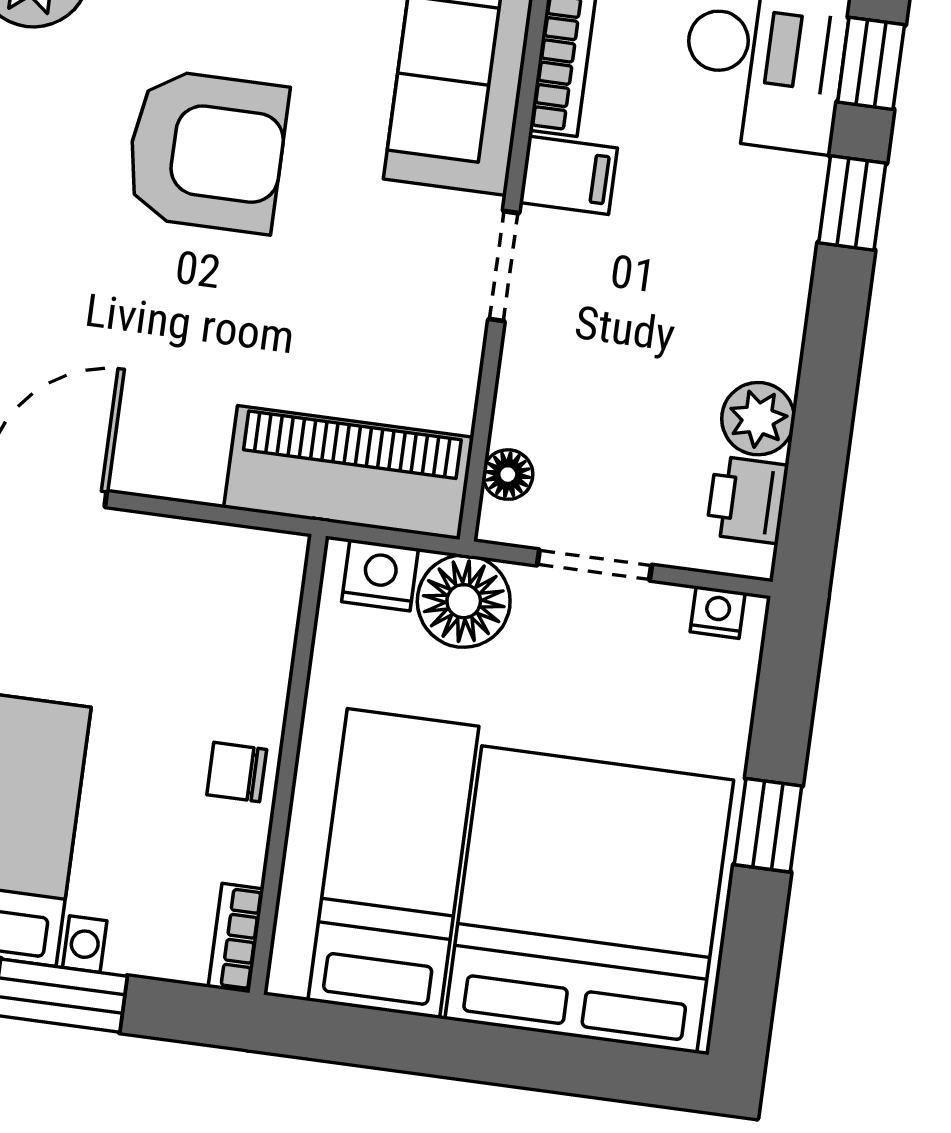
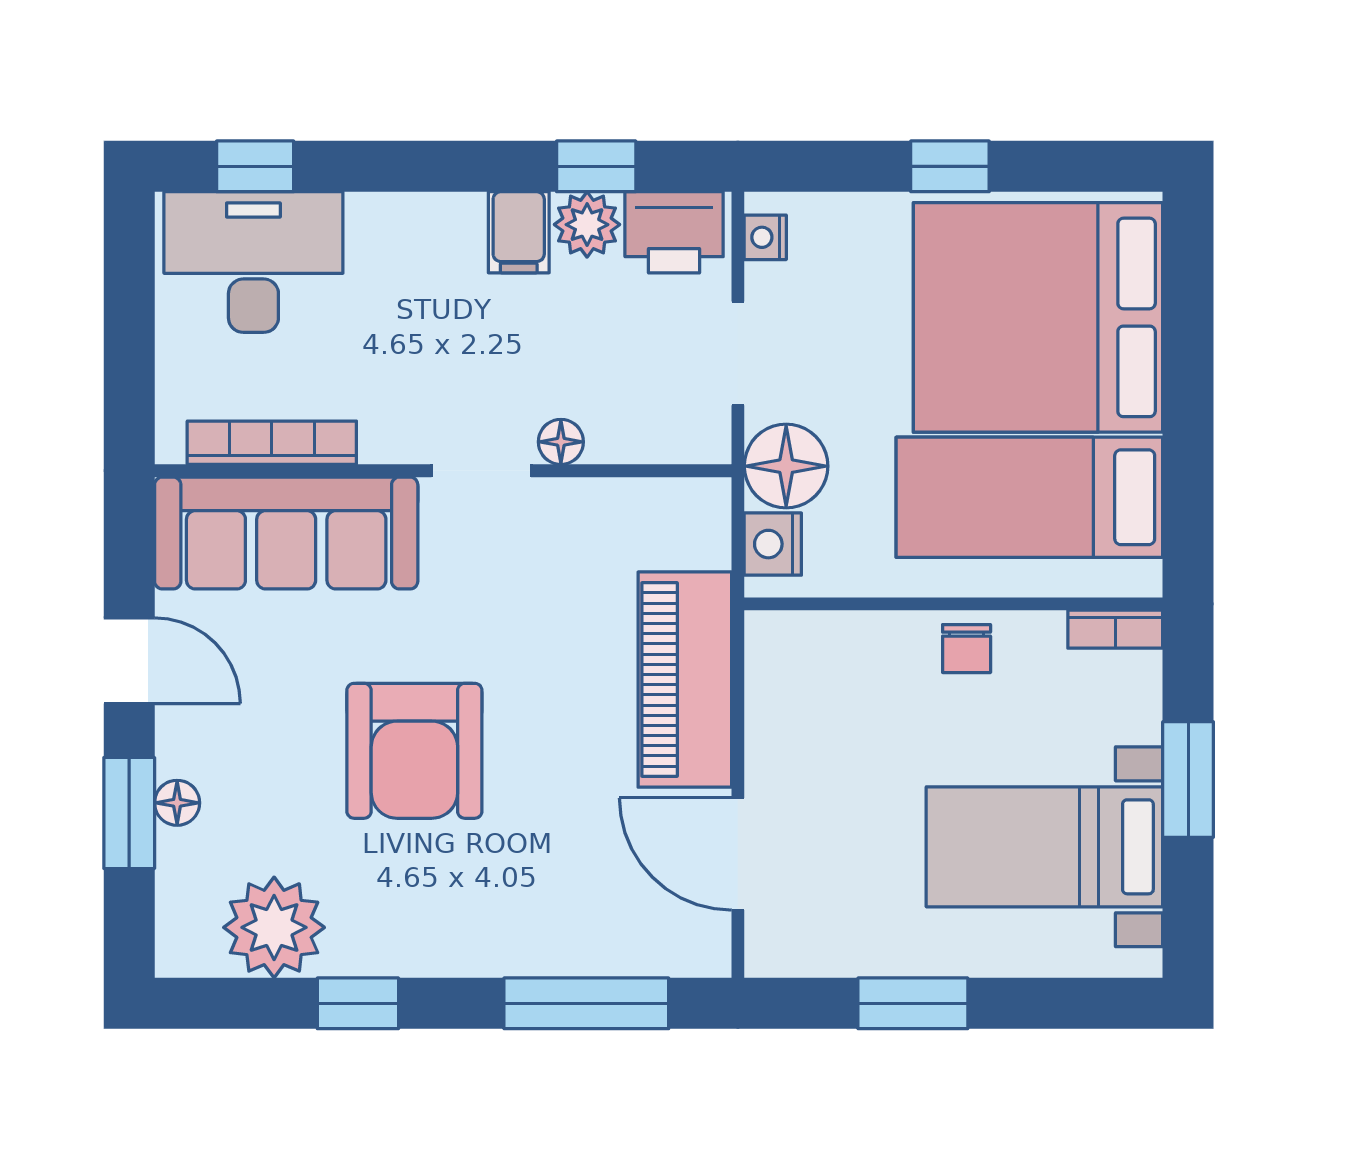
armchair: (206, 151) -> (414, 751), turned 180
filing cabinet: (568, 175) -> (519, 232), moved, turned 180
window: (852, 203) -> (596, 166), moved
piano: (349, 473) -> (685, 680), moved
floor lamp: (508, 475) -> (561, 442), moved
printer: (747, 500) -> (674, 232), width x1.36, depth x1.24

